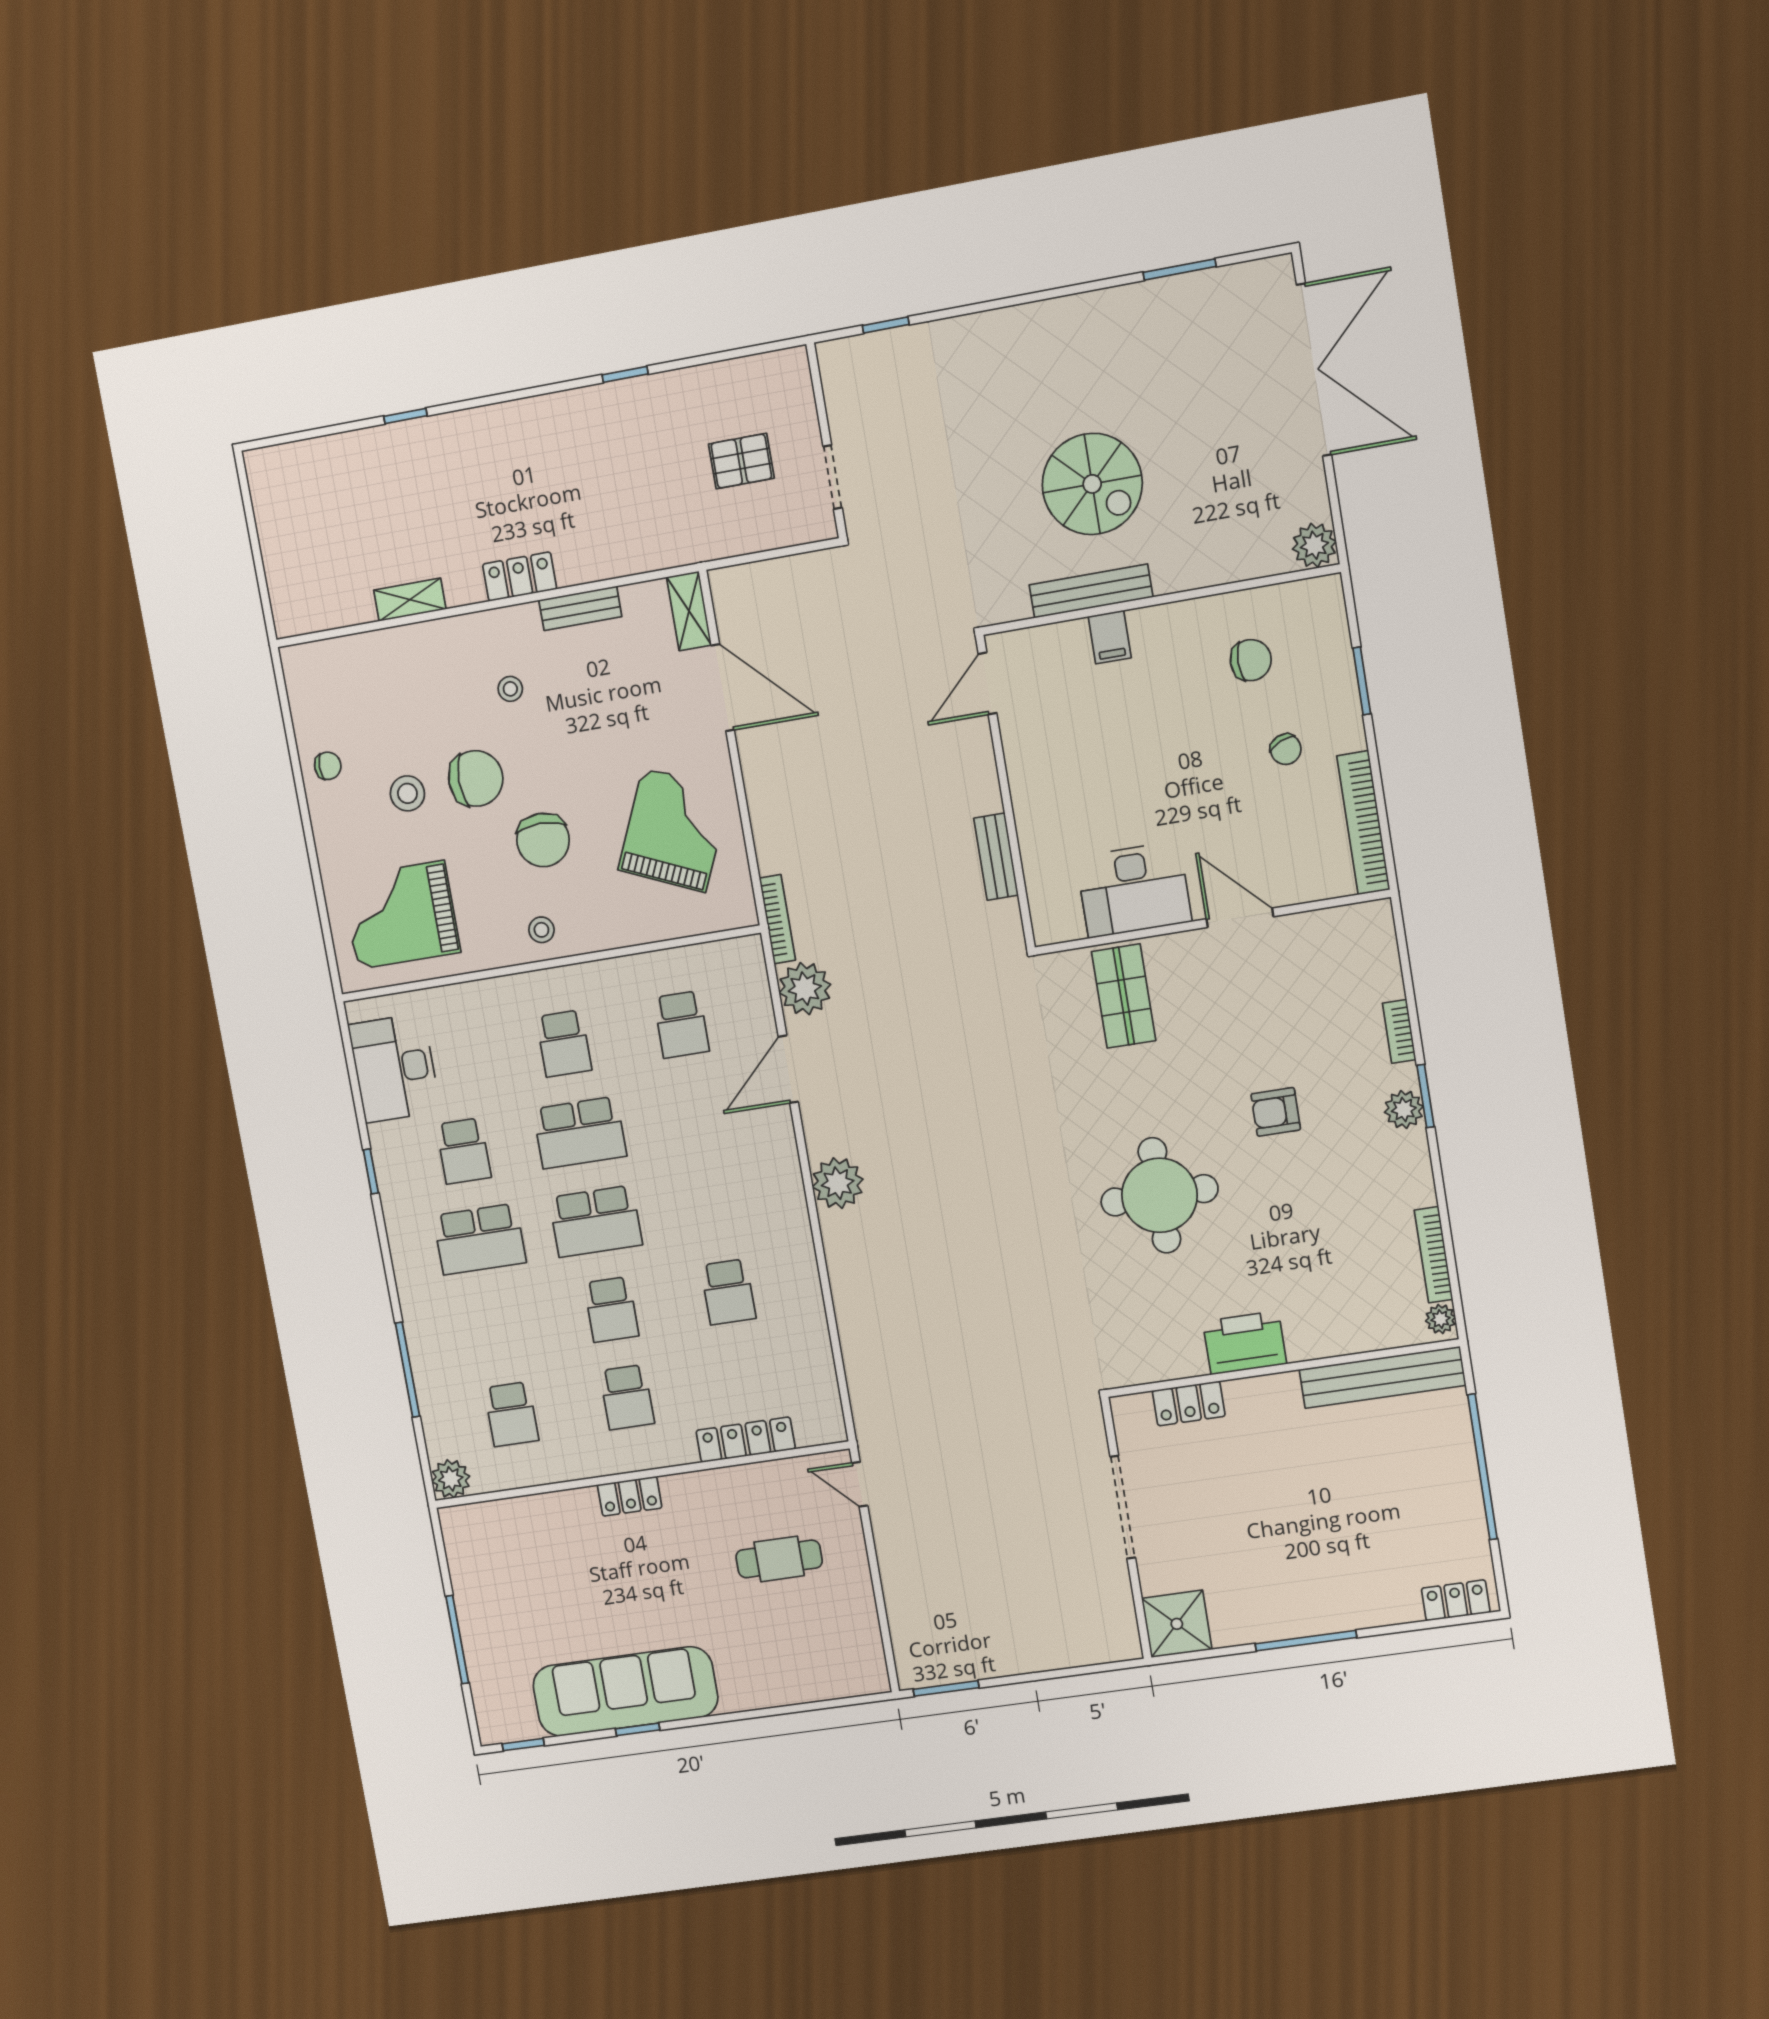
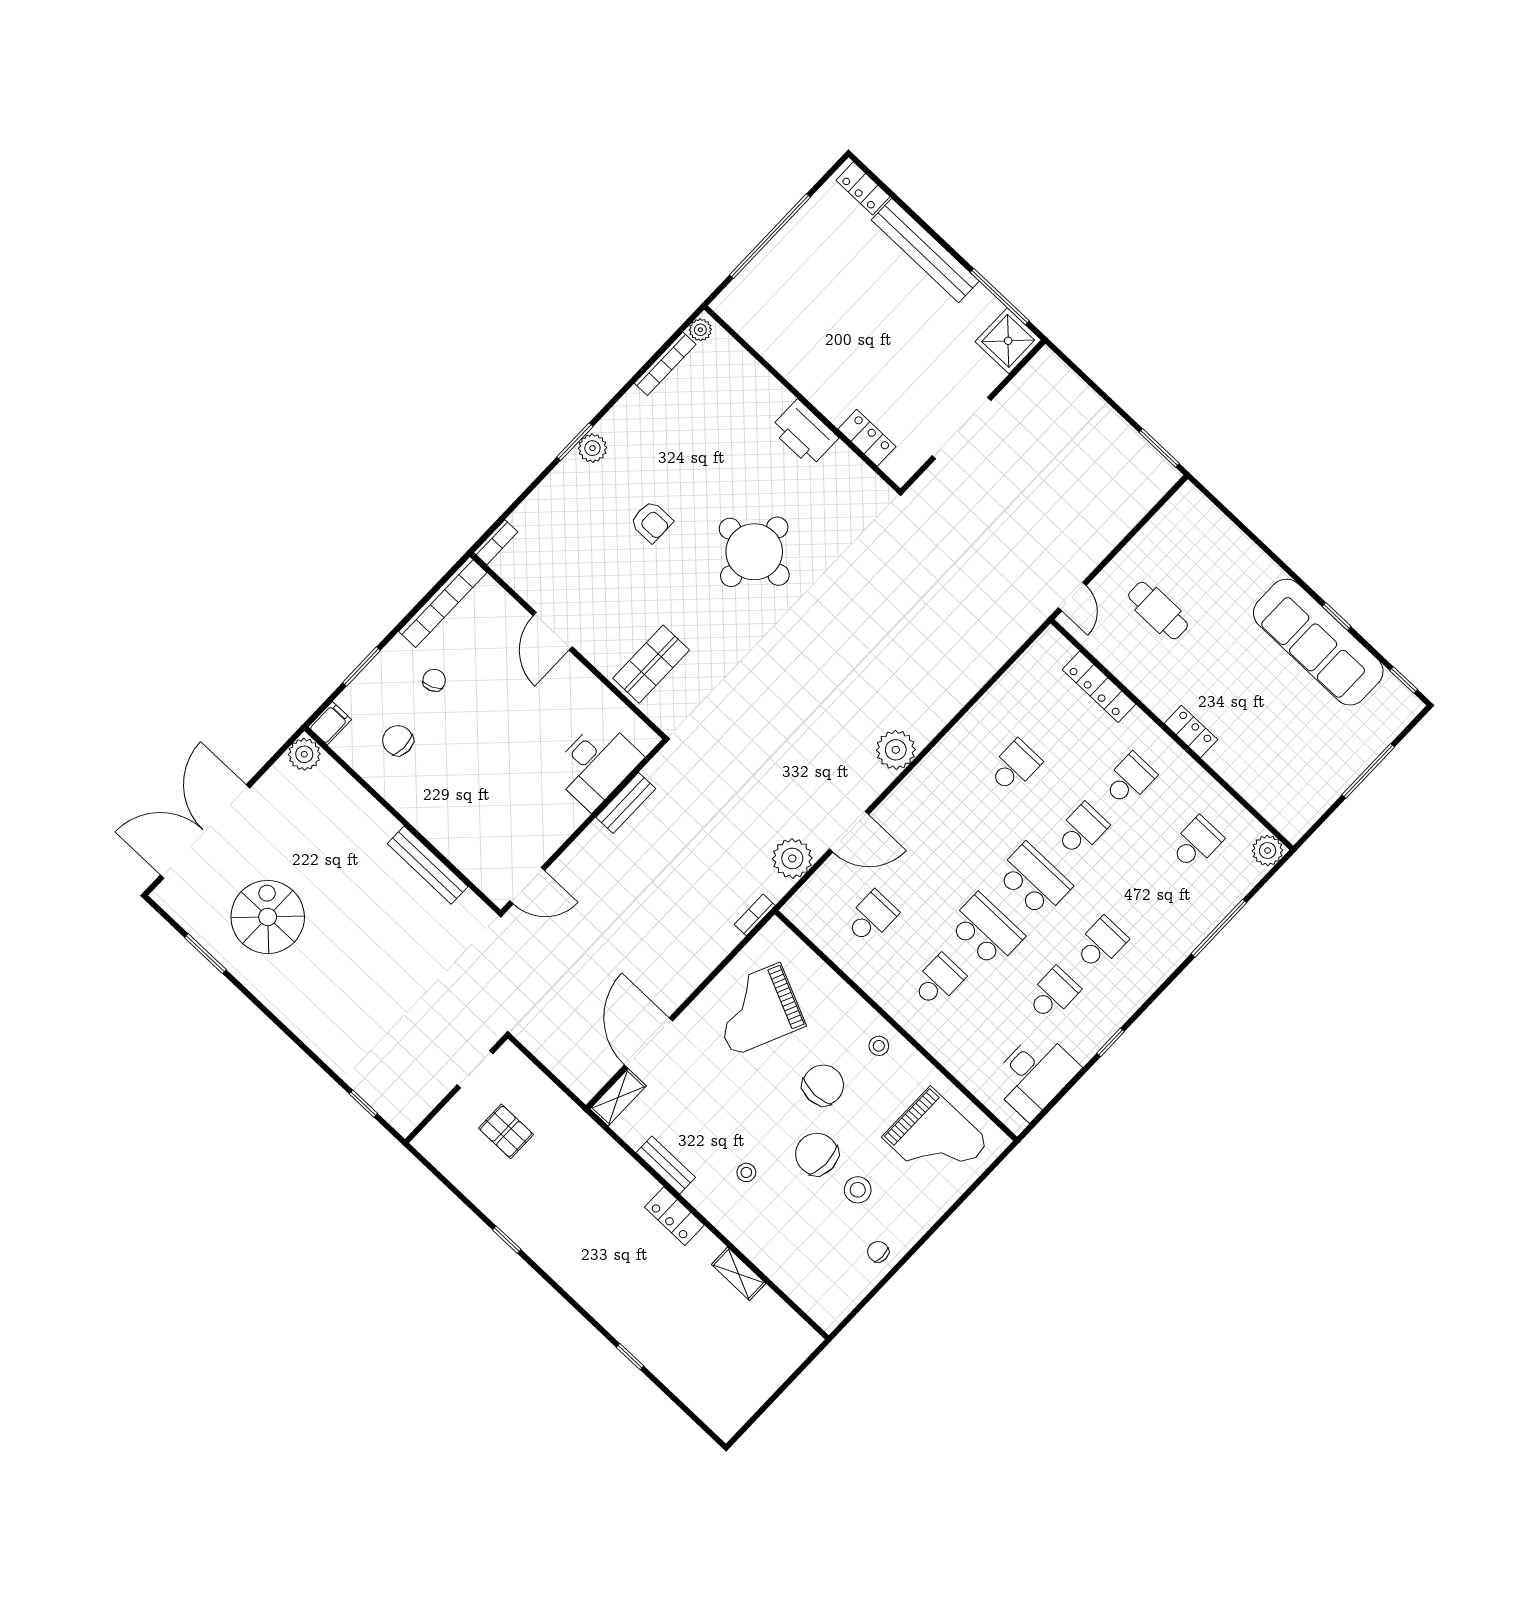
spiral stairs: (1092, 484) -> (268, 917), moved
filing cabinet: (1110, 637) -> (330, 723), moved
desk: (1134, 889) -> (596, 764), moved, turned 90
bookcase: (777, 919) -> (755, 915), width x0.64
bookcase: (1399, 1031) -> (496, 542), moved
school desk: (480, 1239) -> (1101, 944), width x0.54
bench: (1382, 1377) -> (925, 251), moved
window: (1306, 1641) -> (1000, 297), moved

